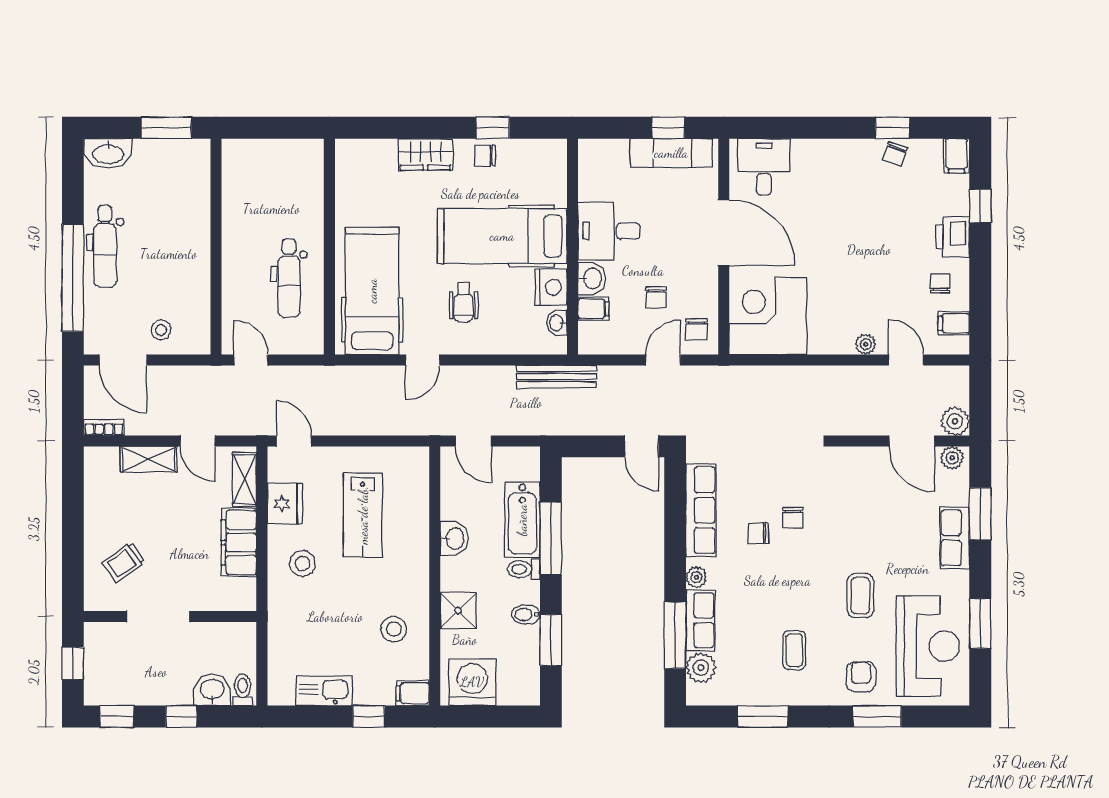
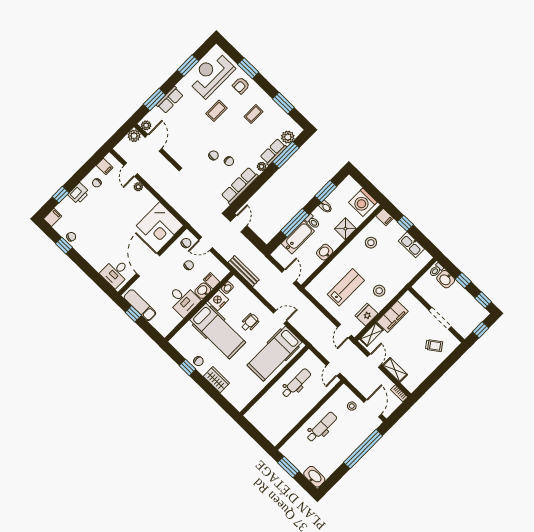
dental chair: (105, 246) -> (322, 427), moved

